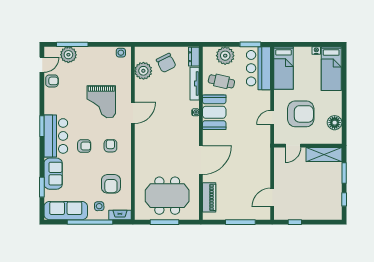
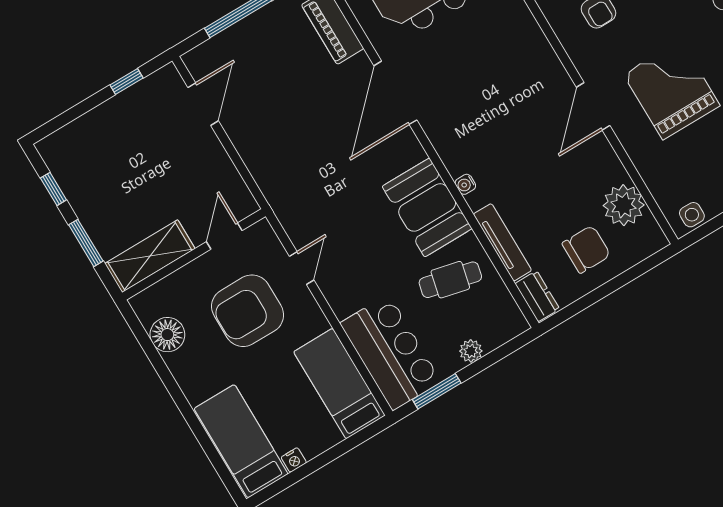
plant: (225, 56) -> (471, 351), width x0.53, depth x0.53
chair: (166, 63) -> (586, 249), turned 117

